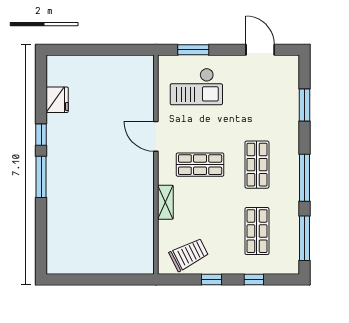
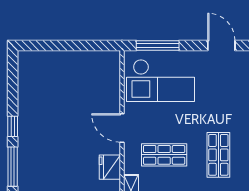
window: (193, 50) -> (158, 45), width x1.44
checkout: (196, 87) -> (161, 81), width x1.36, depth x1.21
fridge: (57, 100) -> (110, 167), moved, turned 180

